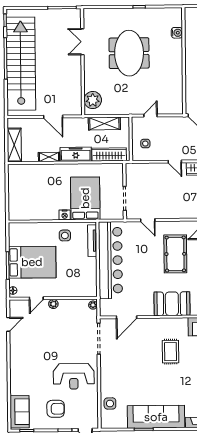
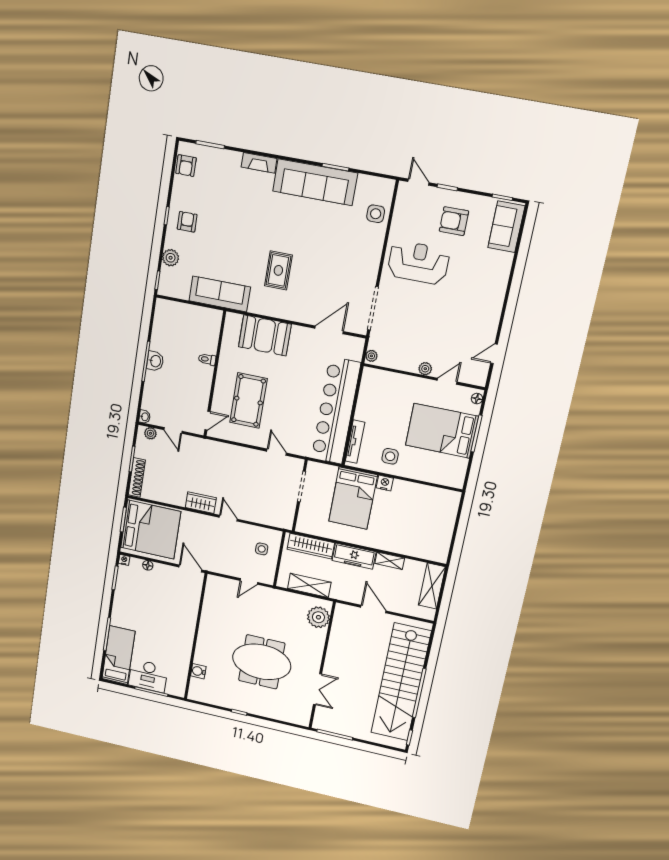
meeting table: (129, 53) -> (262, 662), turned 90

